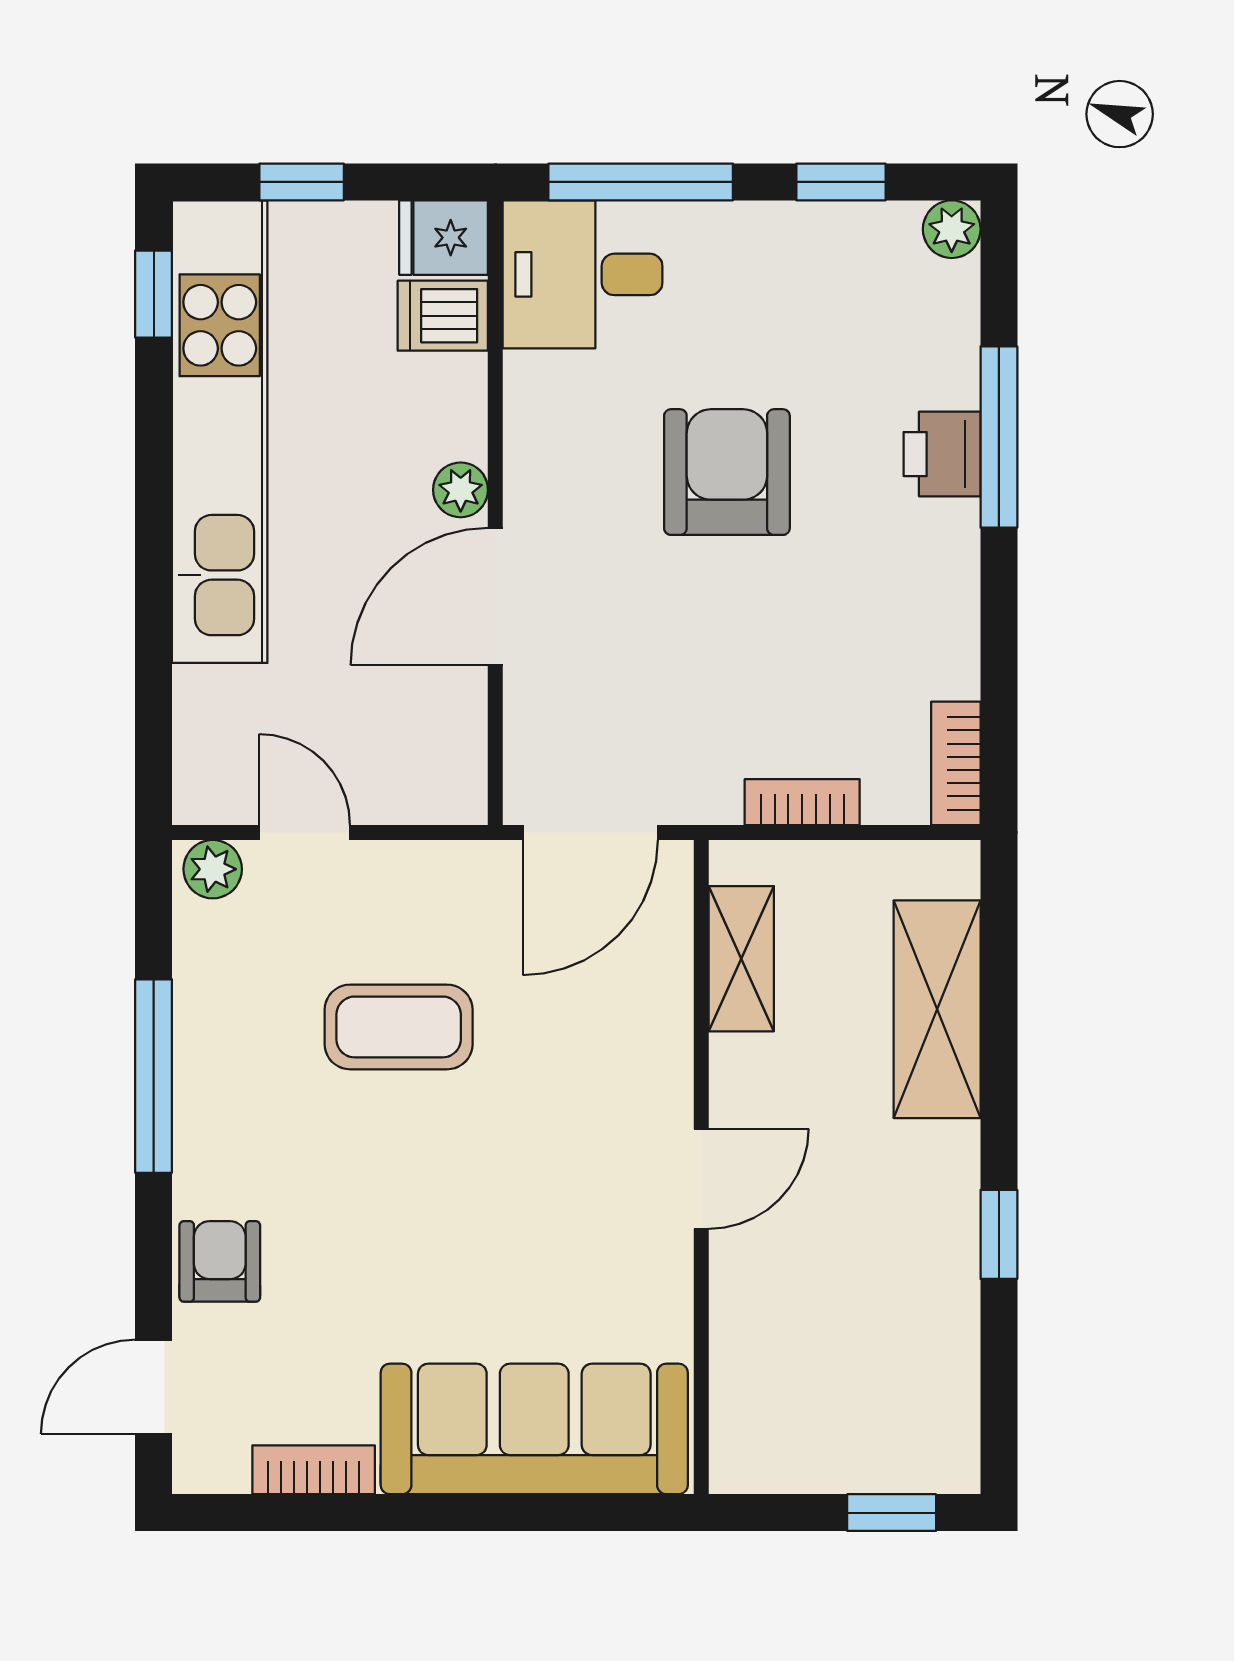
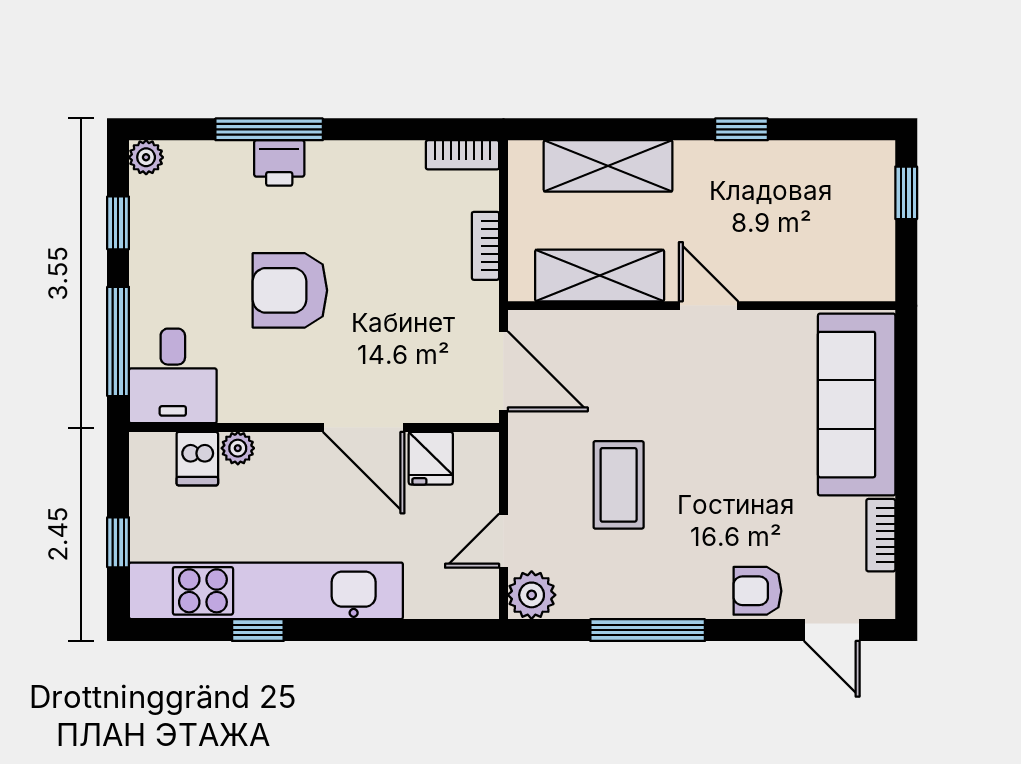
fridge: (444, 238) -> (431, 458), moved
window: (154, 294) -> (258, 630), moved
plant: (461, 490) -> (238, 448), moved
plant: (213, 869) -> (532, 595), width x1.38, depth x1.38
shelving: (741, 959) -> (600, 275), width x1.50, depth x1.33

